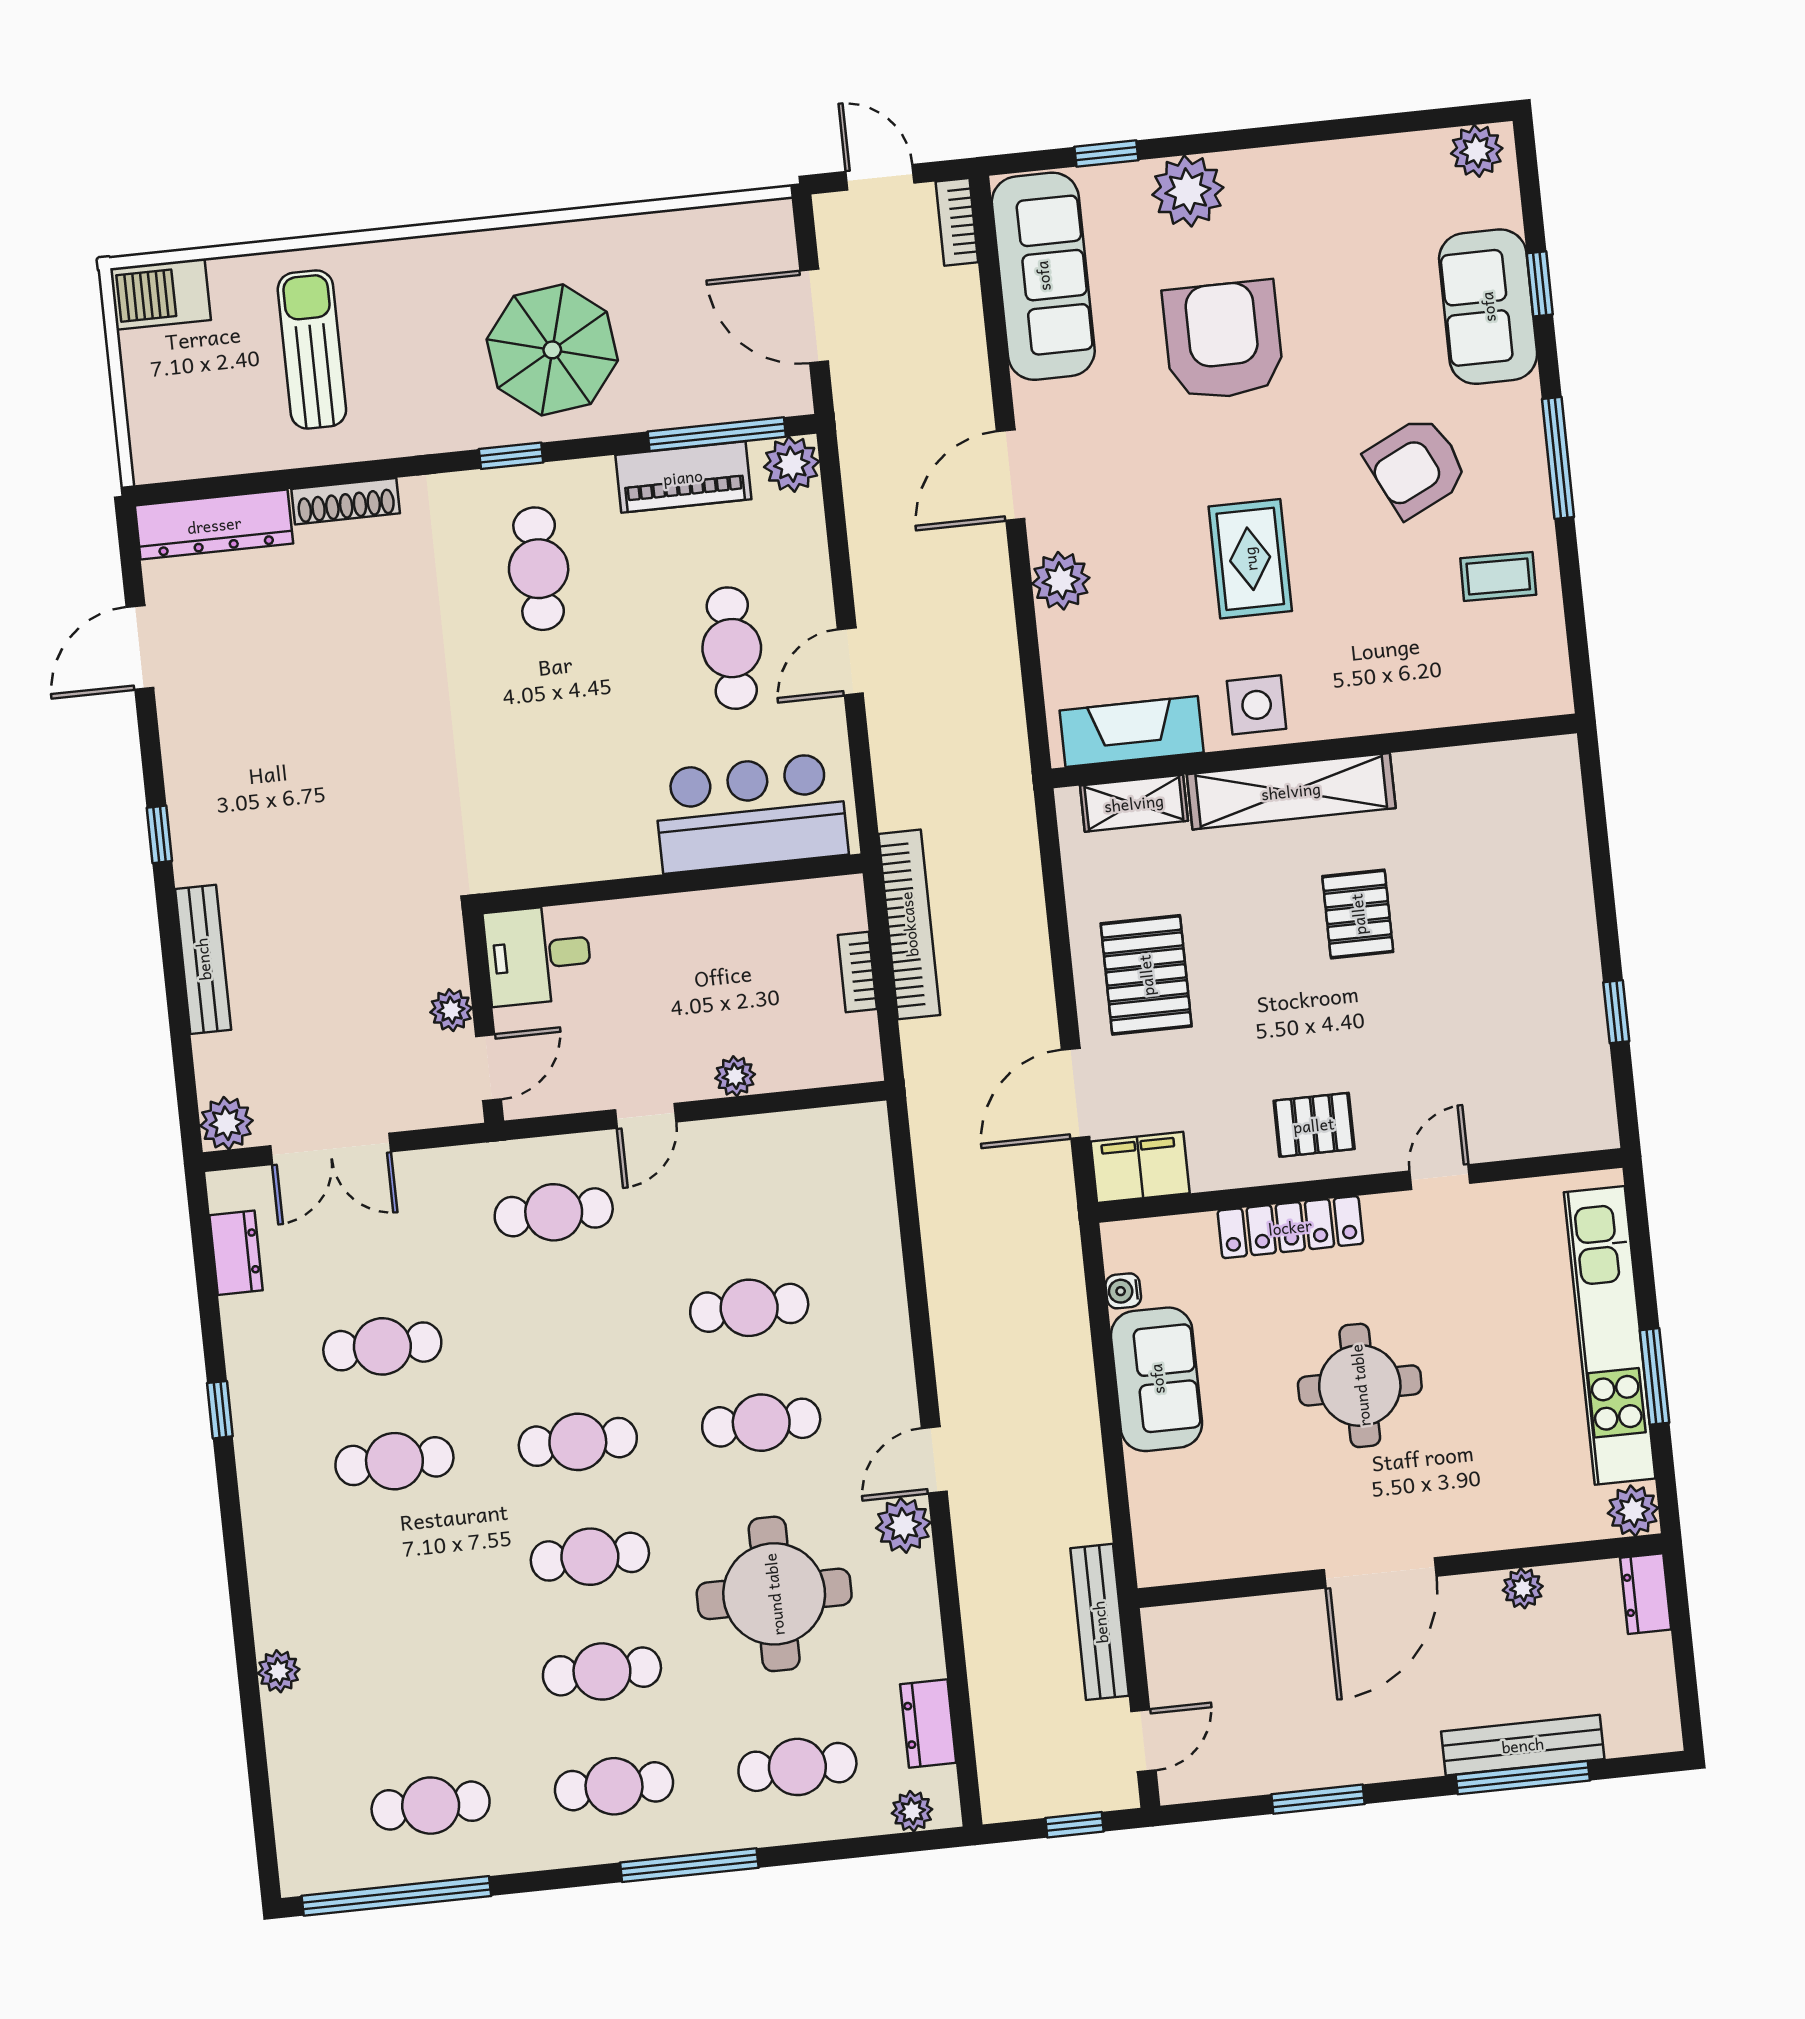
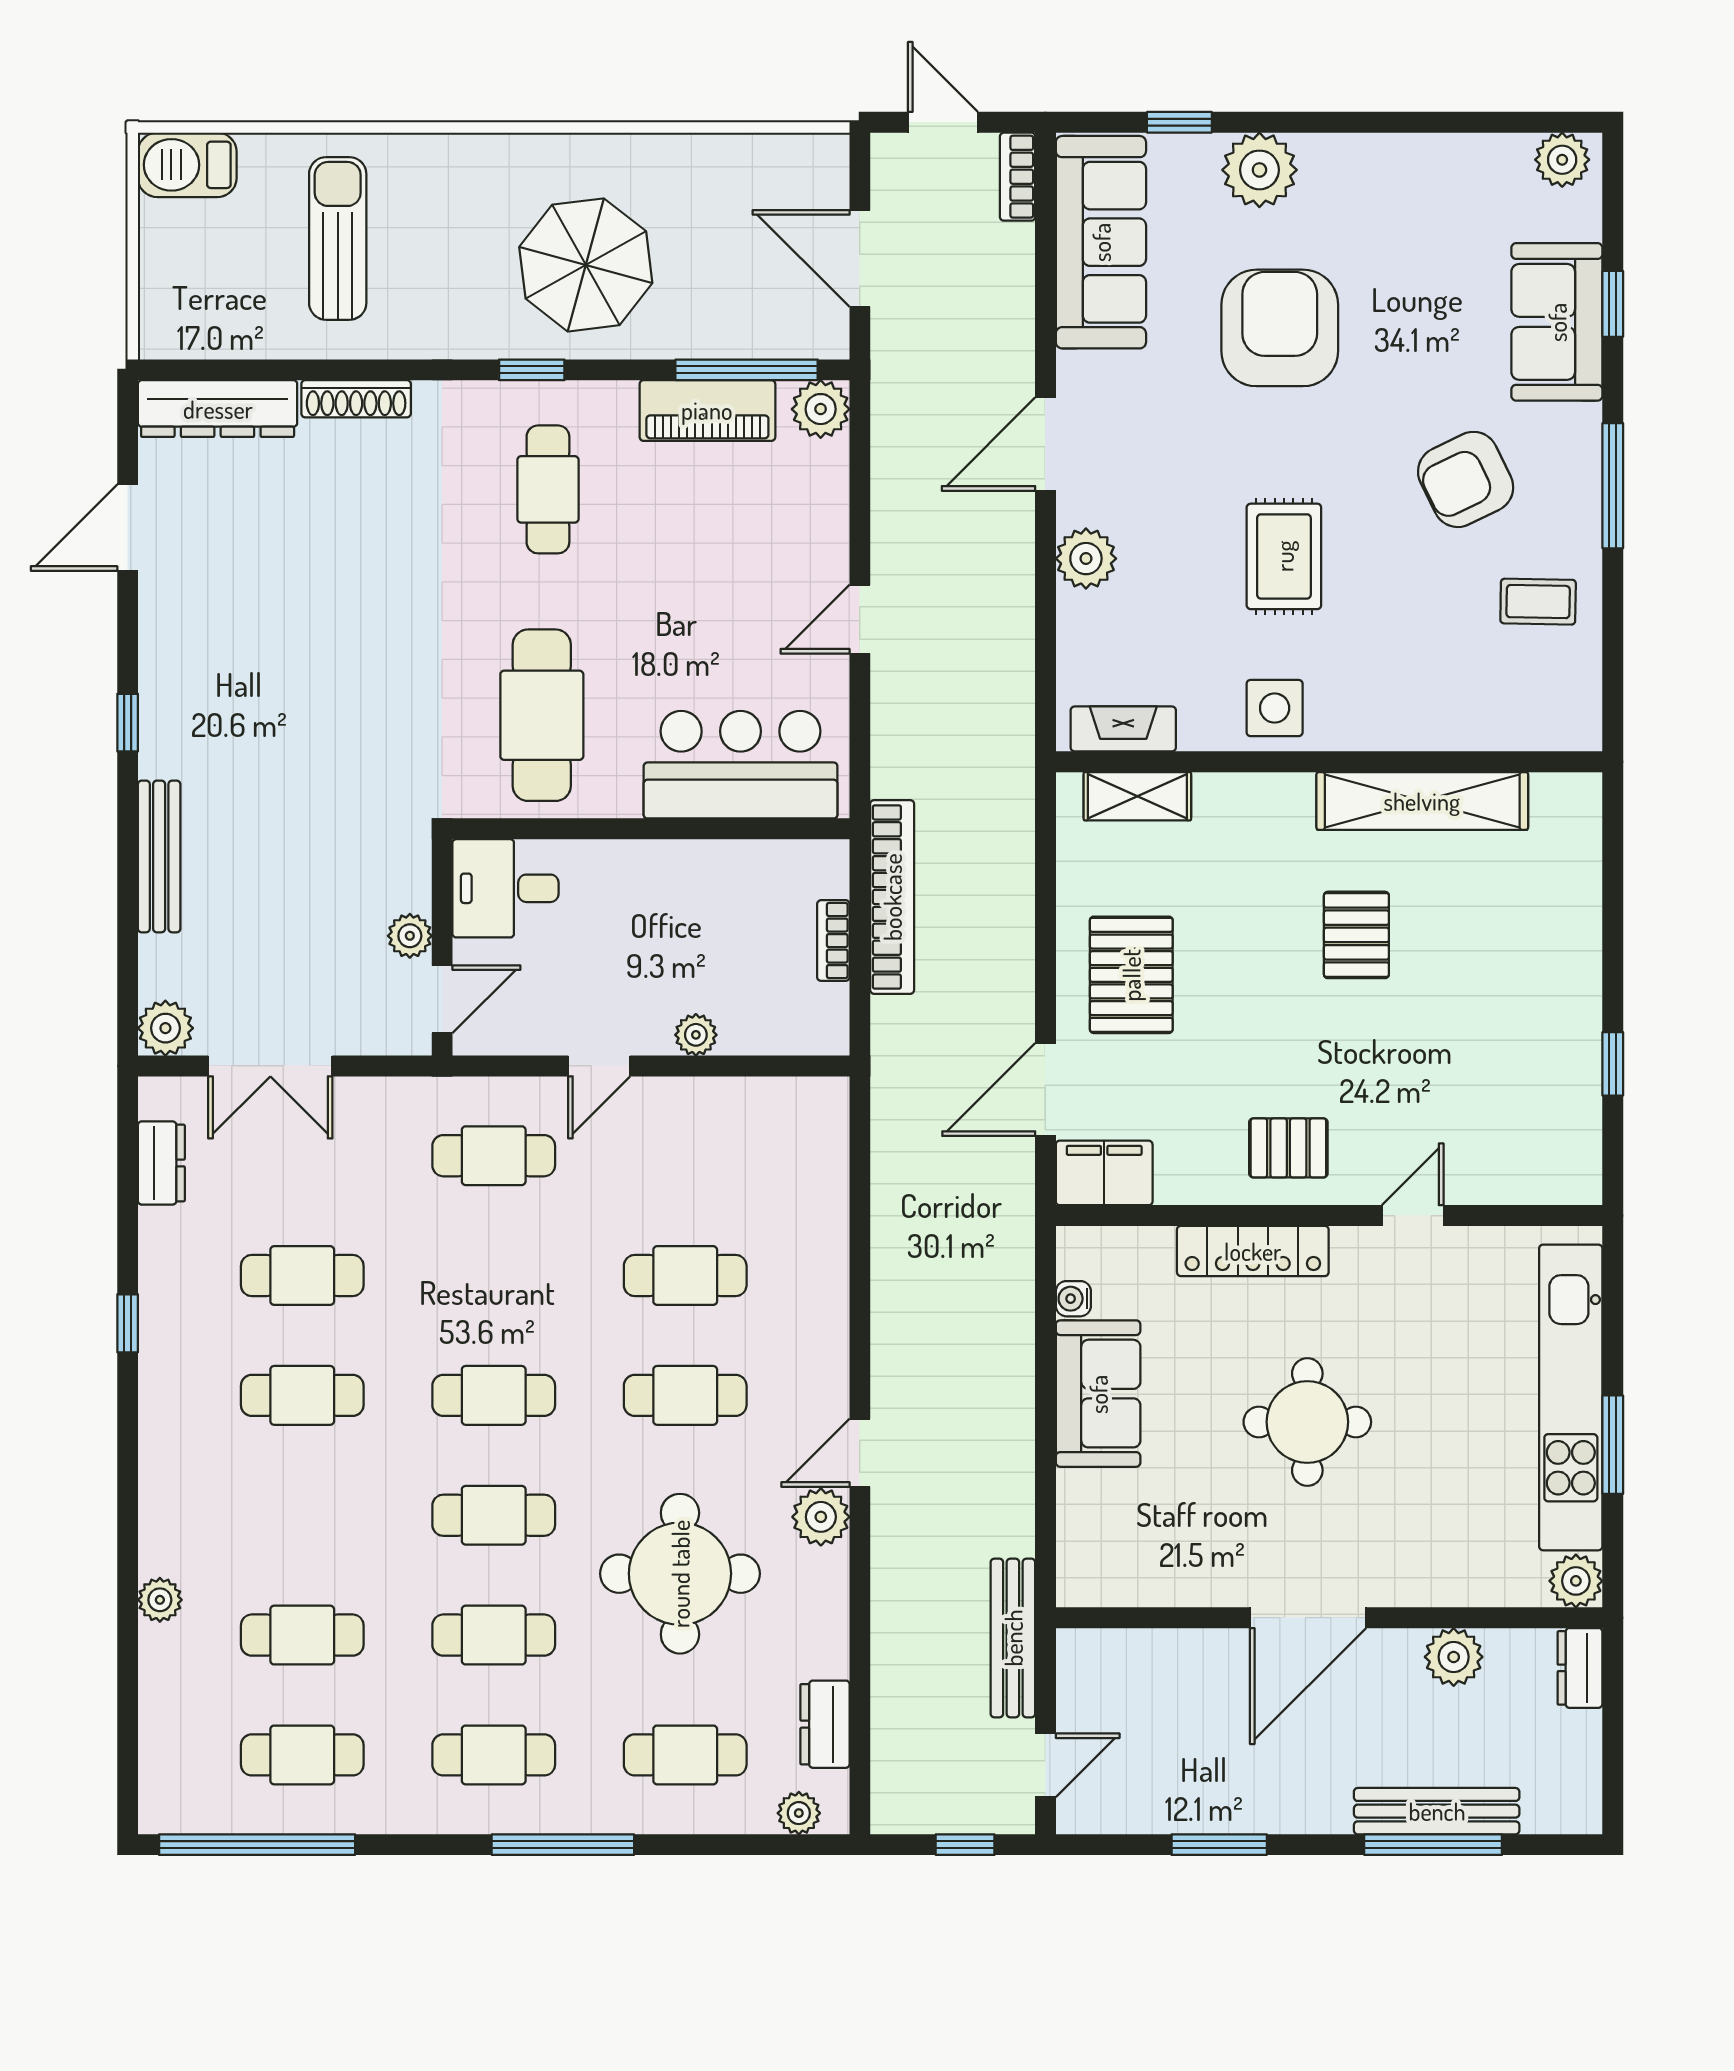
cafe table: (732, 648) -> (542, 715), moved, width x1.37, depth x1.35
fireplace: (1132, 731) -> (1123, 729), width x0.73, depth x0.76
shelving: (1291, 791) -> (1422, 801), moved
plant: (1523, 1588) -> (1454, 1657), width x1.38, depth x1.38
cafe table: (419, 1691) -> (302, 1635), added

